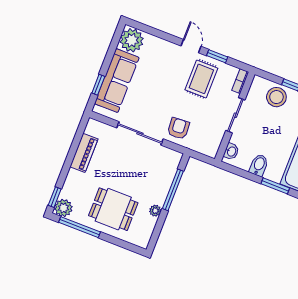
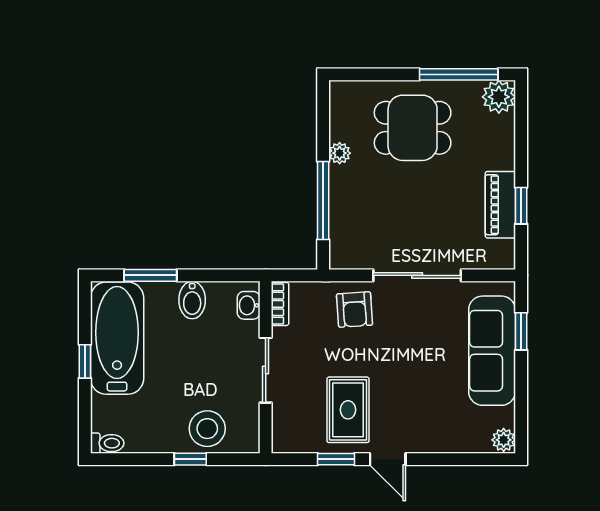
plant: (132, 40) -> (504, 440), width x0.53, depth x0.53
bookcase: (240, 81) -> (280, 304), moved
window: (55, 197) -> (521, 206), moved

